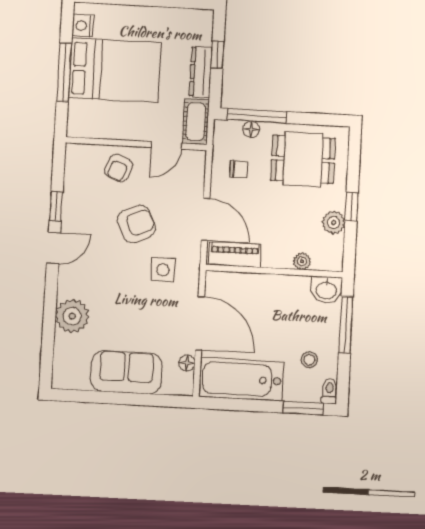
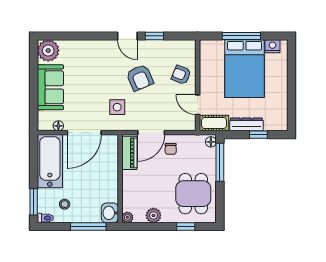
floor lamp: (251, 129) -> (211, 142), moved
chair: (239, 169) -> (171, 149), moved
window: (352, 207) -> (186, 227), moved
armchair: (136, 224) -> (140, 78), moved
plant: (302, 261) -> (127, 217), moved
plant: (72, 316) -> (48, 51), moved

